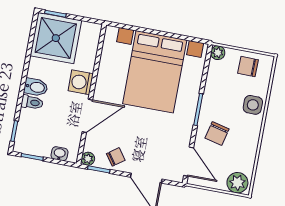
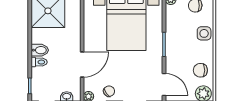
washing machine: (81, 82) -> (73, 40), removed
chair: (217, 133) -> (200, 70), moved, turned 76

